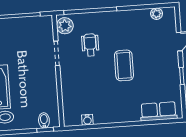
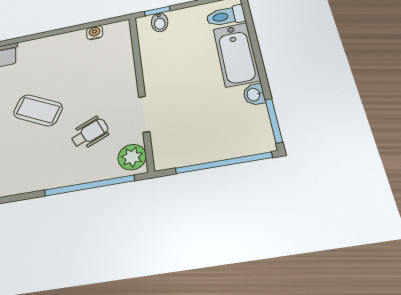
wheelchair: (90, 45) -> (90, 133), turned -114
coffee table: (124, 65) -> (38, 110), turned -63

